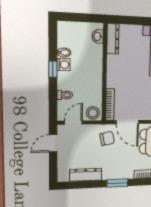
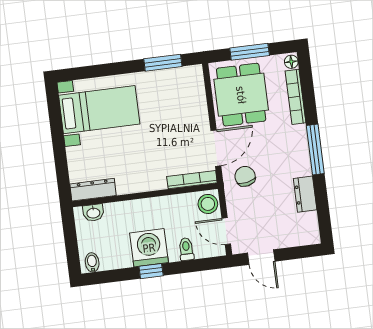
bidet: (64, 53) -> (92, 262), moved
washing machine: (63, 65) -> (149, 248), width x1.89, depth x1.89
dresser: (86, 175) -> (305, 194), width x0.70
window: (117, 183) -> (315, 149), width x1.44

